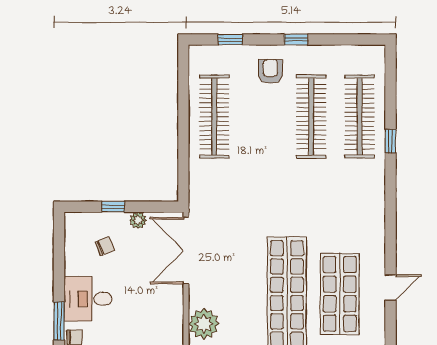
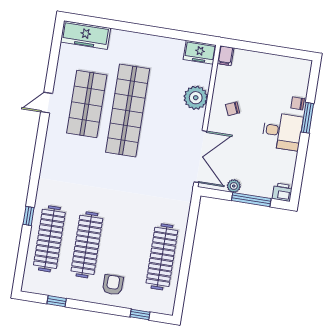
window: (296, 39) -> (57, 301), moved
armchair: (270, 71) -> (113, 285), turned 180
window: (113, 207) -> (251, 200), width x2.17
printer: (76, 222) -> (282, 192), added
chair: (105, 246) -> (233, 109), moved

